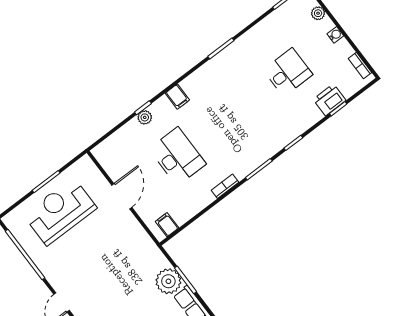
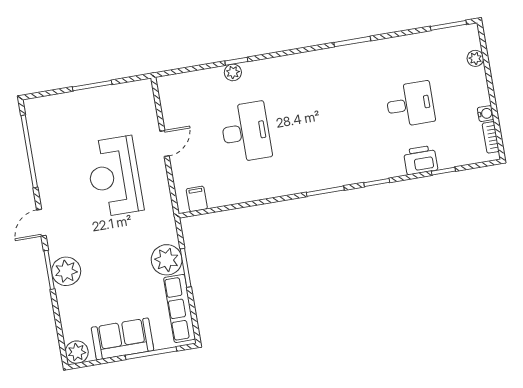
water cooler: (335, 35) -> (486, 114), moved
filing cabinet: (177, 97) -> (279, 69), removed
printer: (329, 100) -> (421, 160), moved
bookcase: (225, 186) -> (280, 190), removed
door: (122, 196) -> (165, 143), width x0.73
reception desk: (60, 211) -> (114, 176), moved, turned -90

